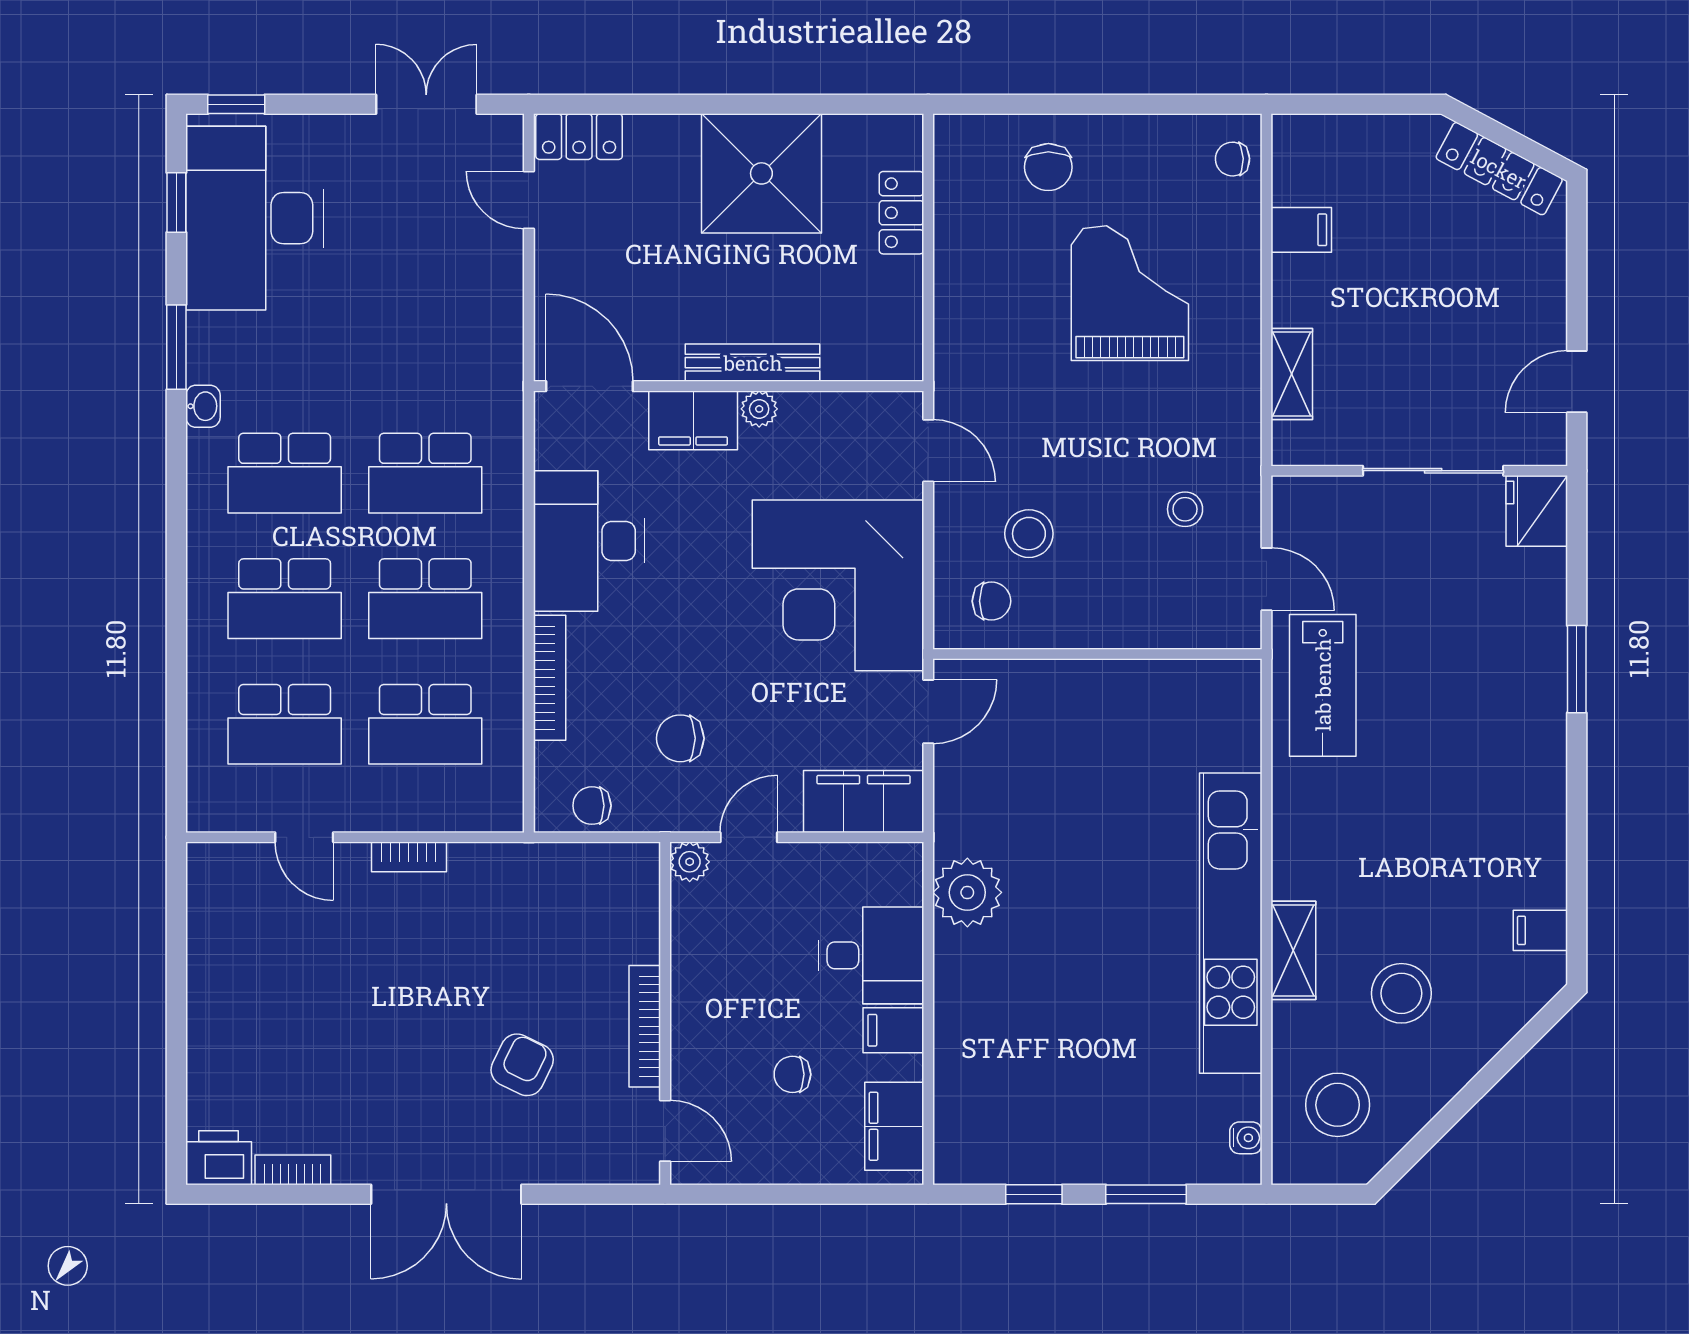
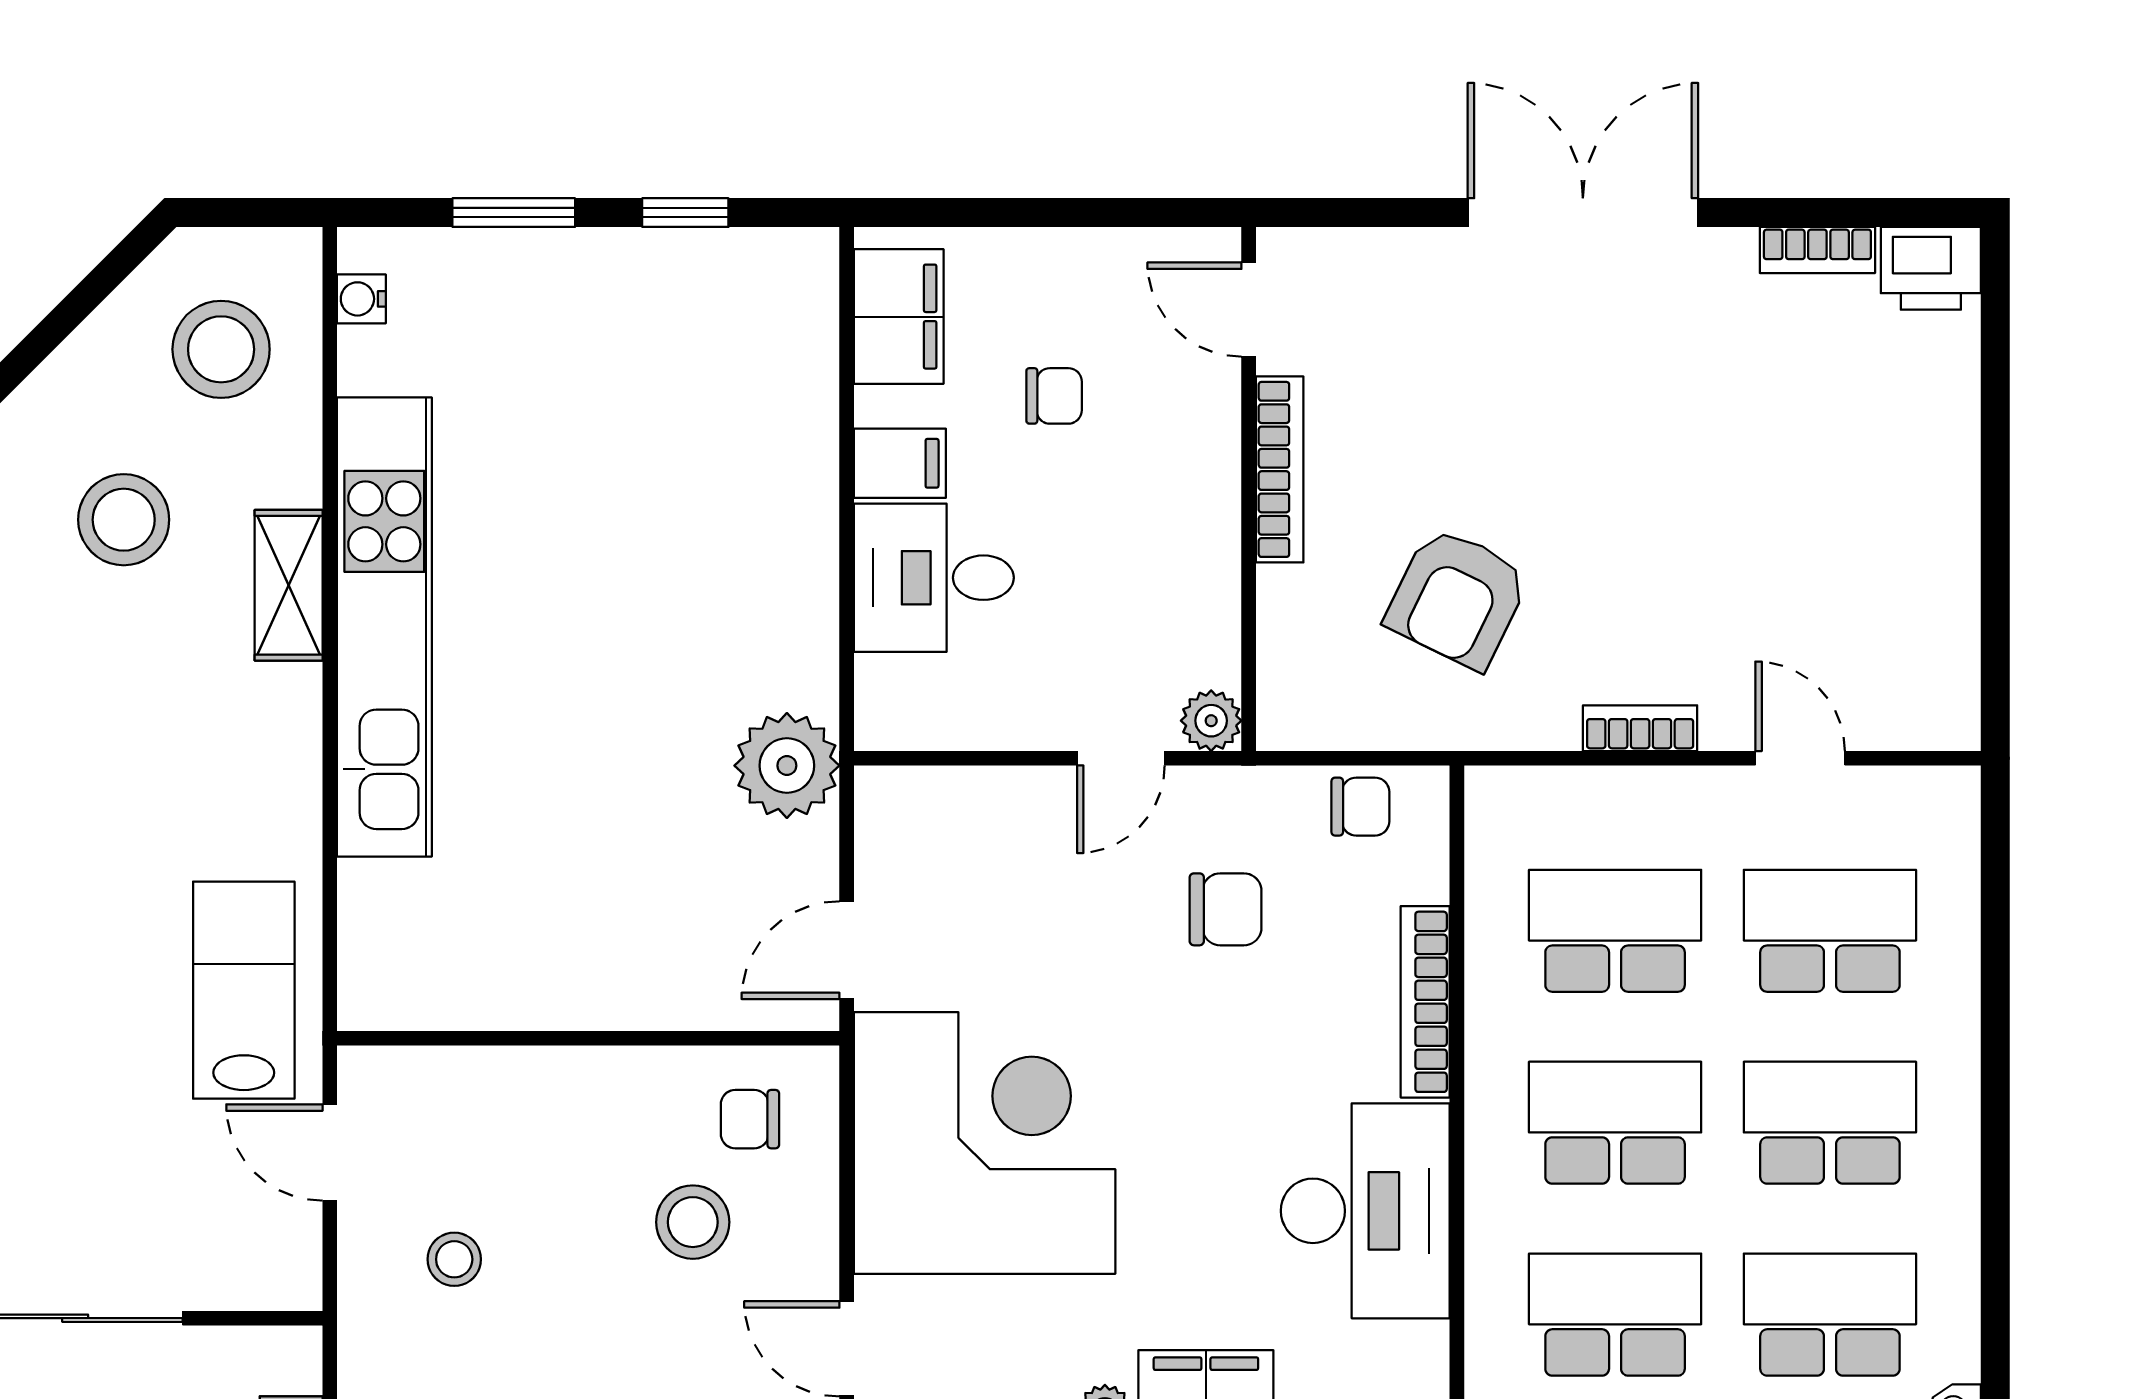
filing cabinet: (864, 801) -> (945, 813), removed
plant: (967, 892) -> (787, 766), moved
armchair: (522, 1065) -> (1457, 598), moved, width x1.38, depth x1.38

